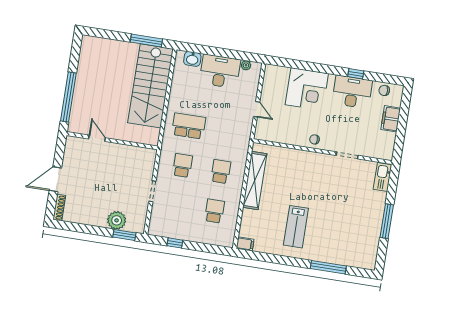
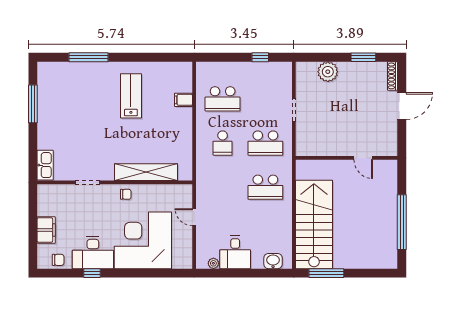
desk: (220, 71) -> (235, 252), width x0.73
corner desk: (307, 89) -> (143, 240), width x1.36, depth x1.36
window: (68, 97) -> (402, 222), moved
school desk: (182, 165) -> (265, 143), width x1.85
shelving: (255, 181) -> (146, 172), moved, turned 90
school desk: (214, 211) -> (223, 99), width x1.85
window: (387, 221) -> (33, 104), moved
window: (124, 235) -> (363, 57), moved
filing cabinet: (245, 244) -> (184, 100), moved

